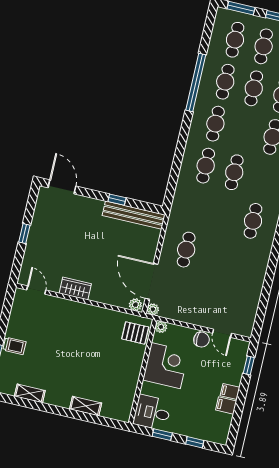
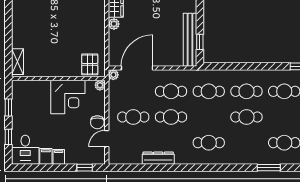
window: (117, 200) -> (200, 42), moved
cafe table: (196, 208) -> (209, 91), added
cafe table: (215, 256) -> (171, 117), added
dresser: (257, 281) -> (158, 158), added
cafe table: (205, 298) -> (133, 117), added
plant: (135, 305) -> (114, 24), moved
shelving: (86, 406) -> (18, 62), moved
desk: (152, 413) -> (25, 150), moved, turned 180

